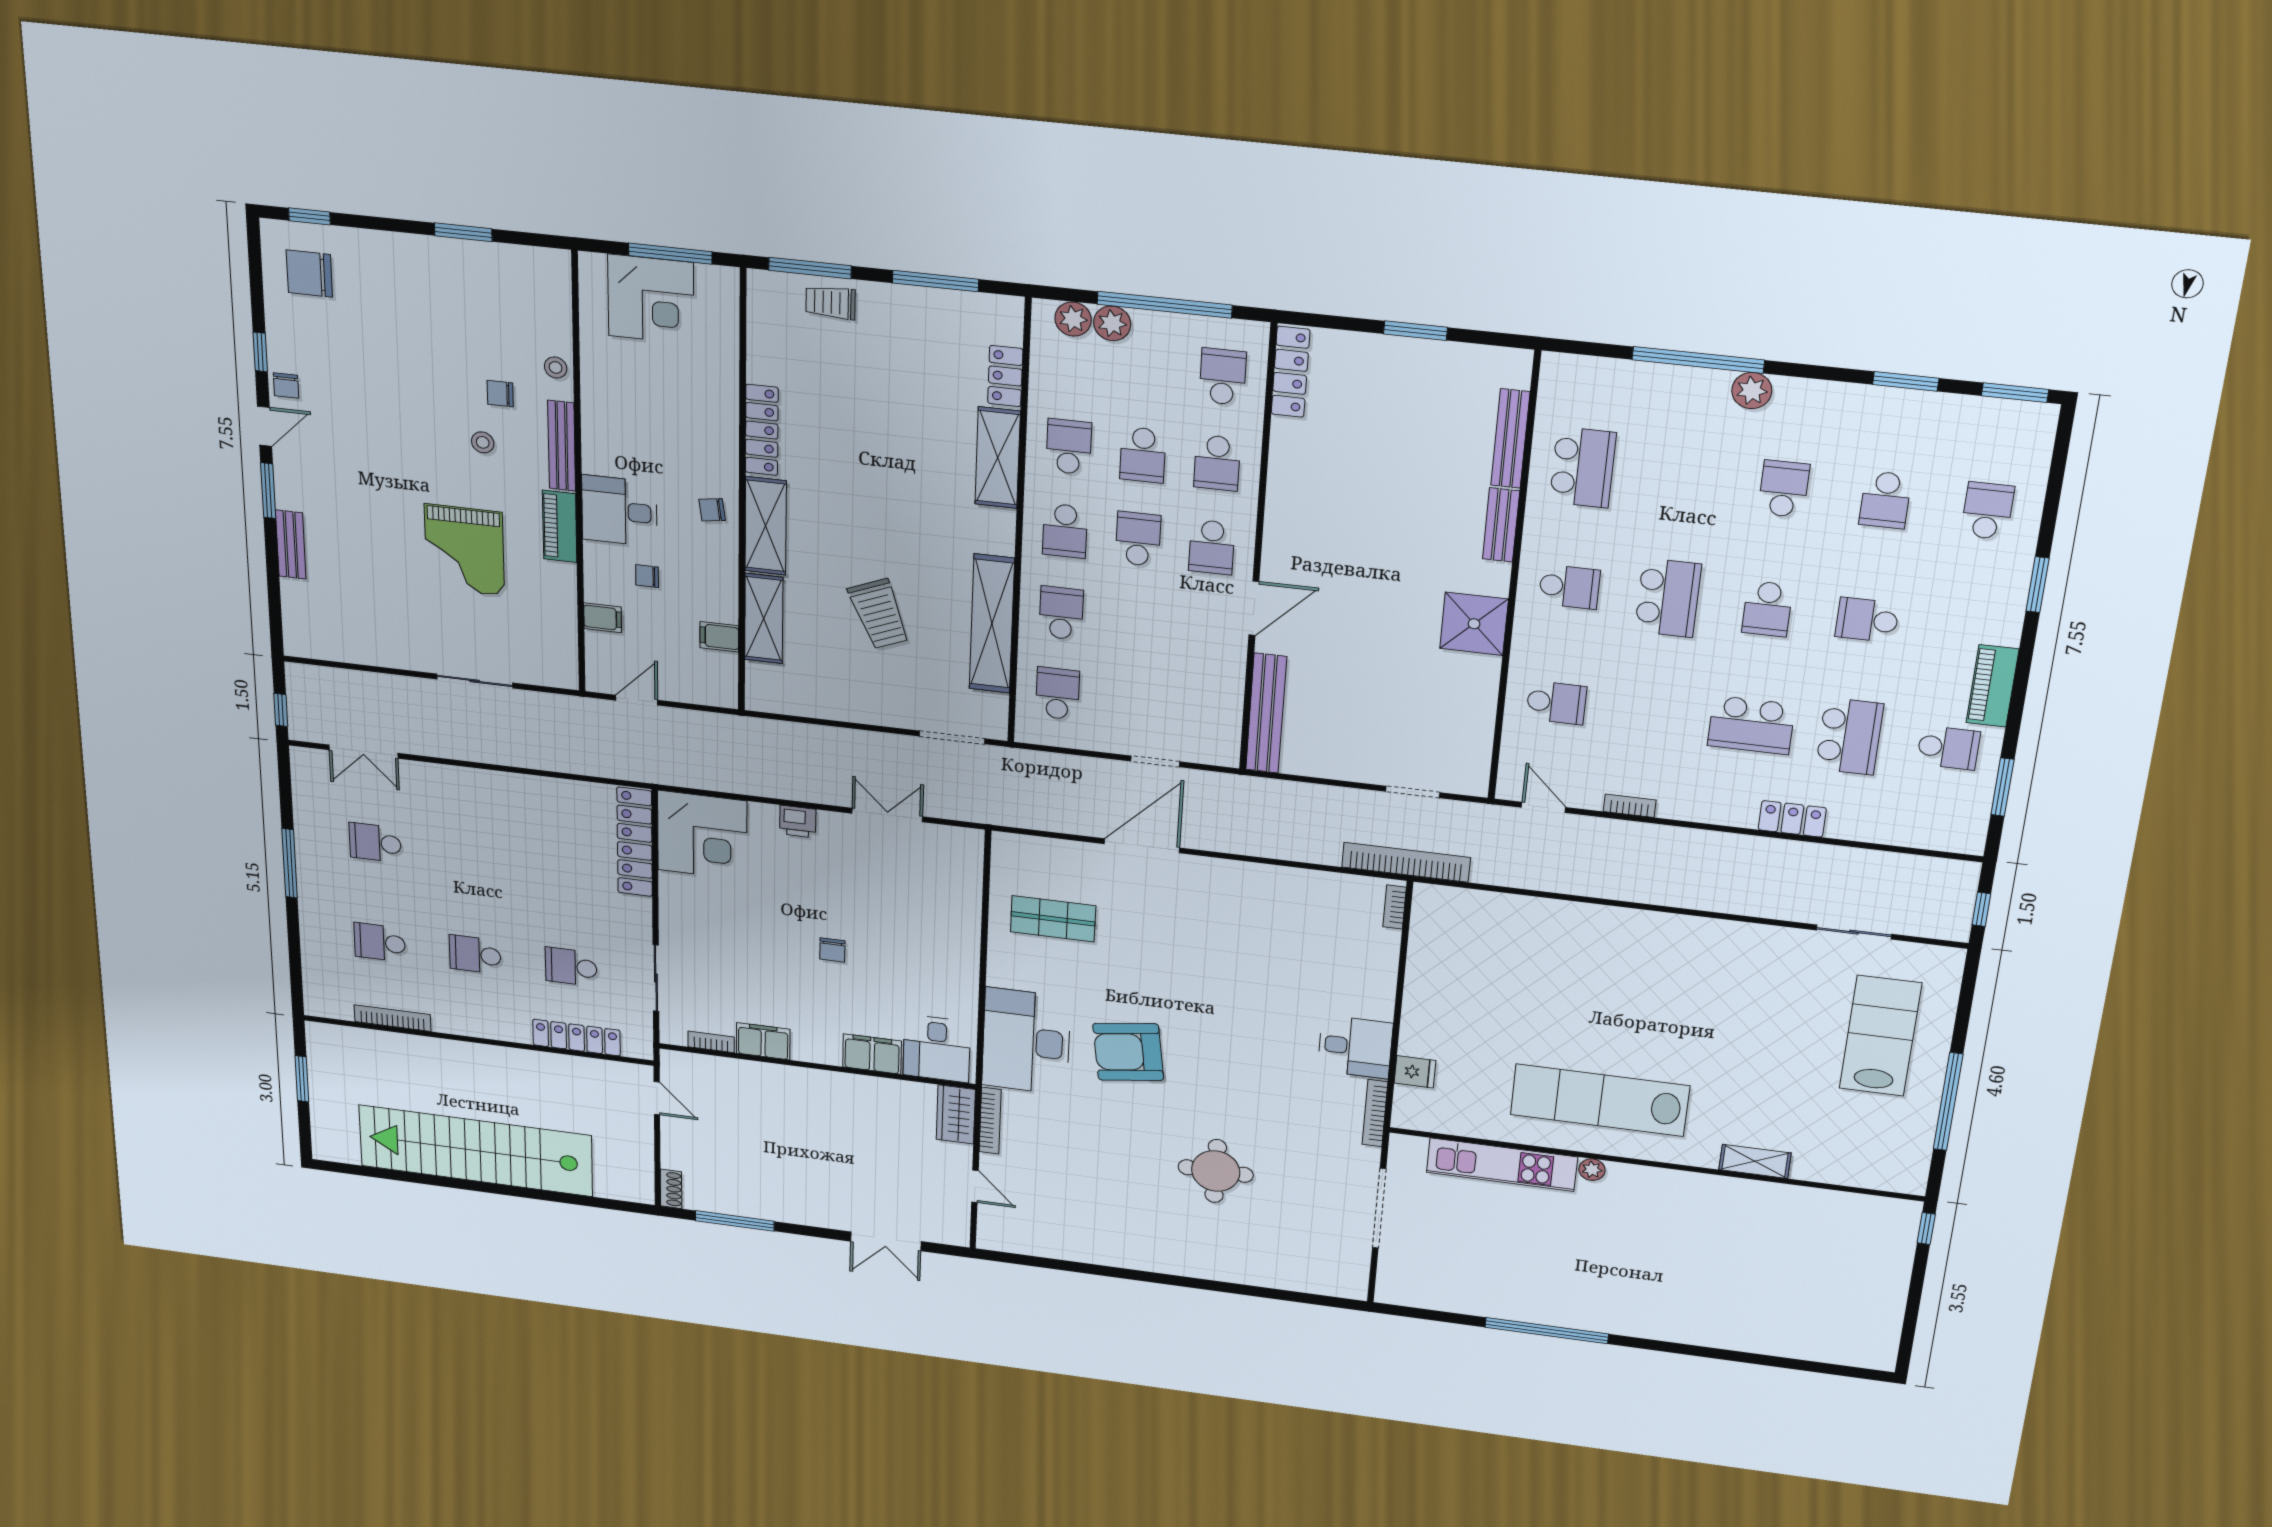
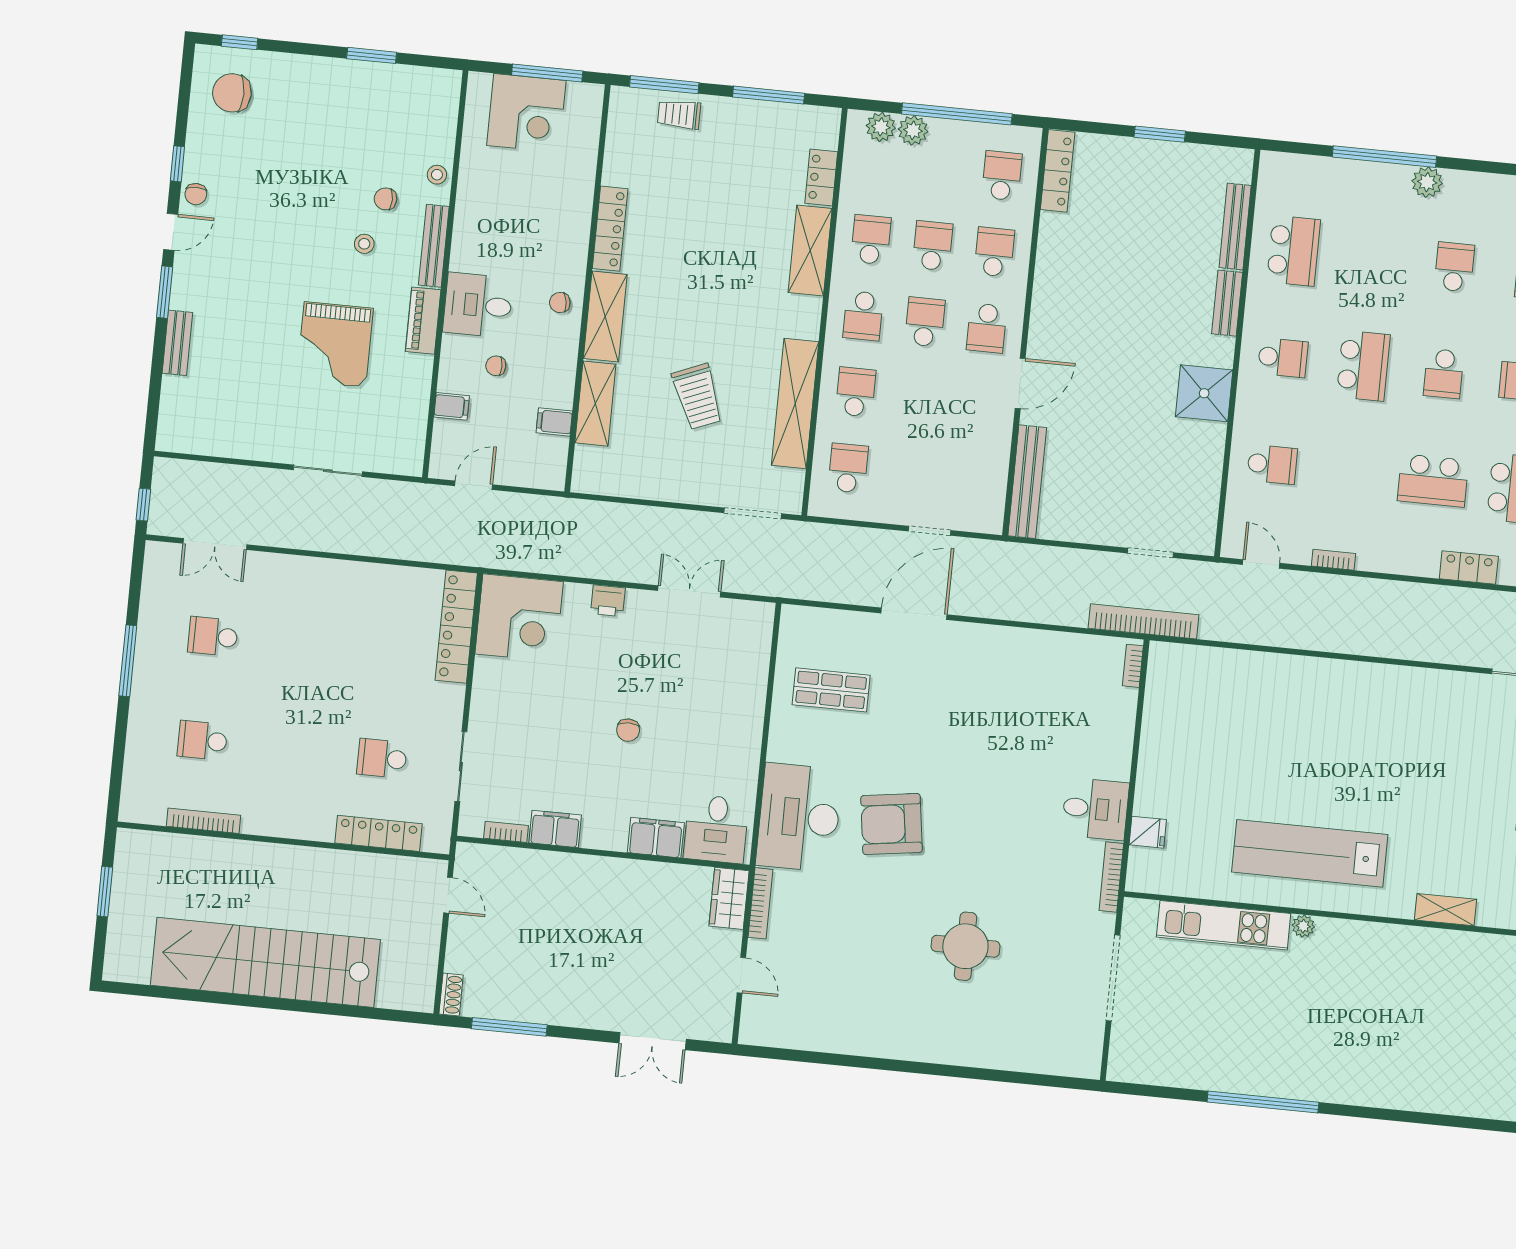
school desk: (1143, 455) -> (933, 246), turned 180
school desk: (1217, 463) -> (994, 252), turned 180
school desk: (475, 955) -> (292, 749), removed

